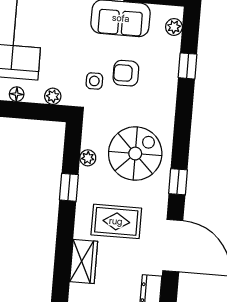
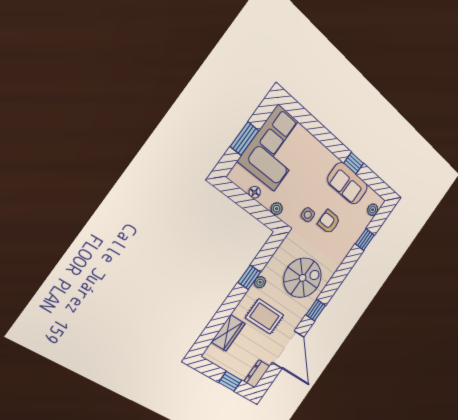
plant: (88, 158) -> (260, 282), moved

